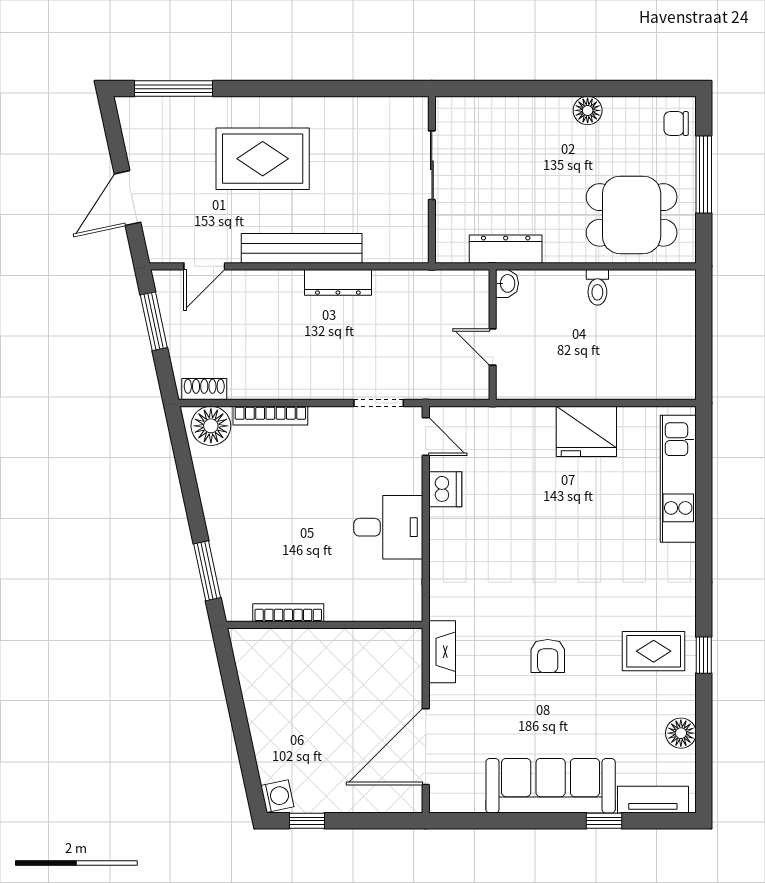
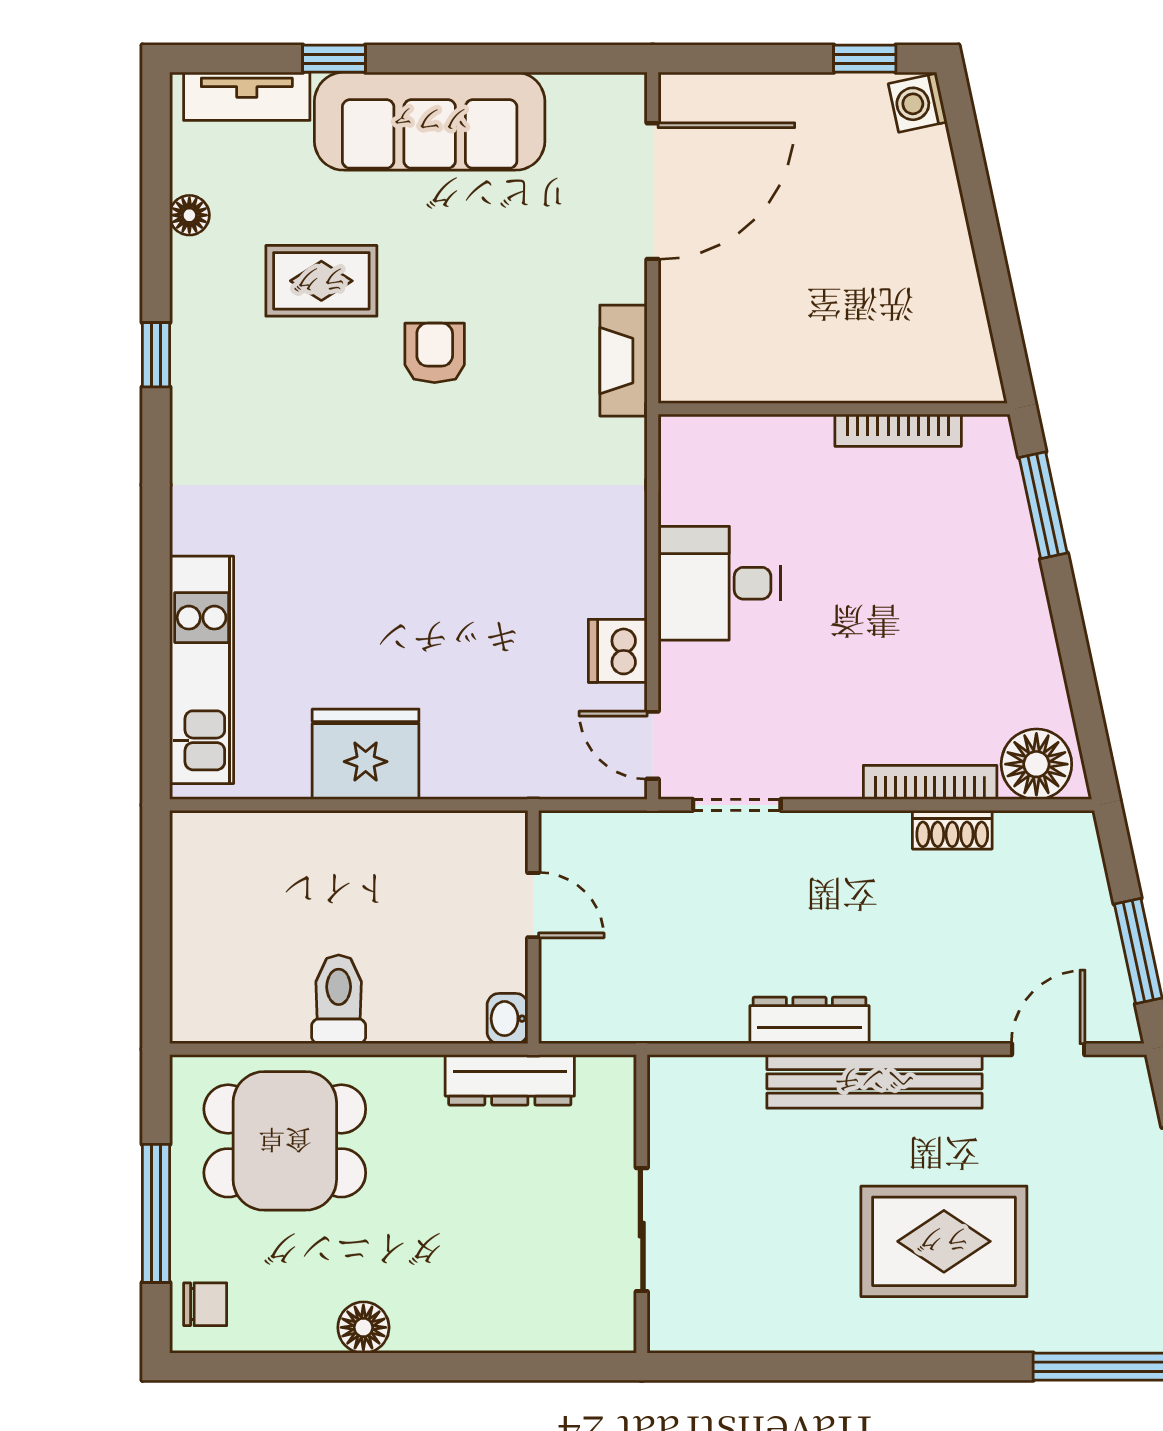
toilet: (597, 287) -> (339, 999), width x1.37, depth x1.39
shoe rack: (204, 389) -> (952, 830), moved
rug: (654, 651) -> (321, 281), moved
floor lamp: (681, 733) -> (189, 215), width x0.73, depth x0.73

